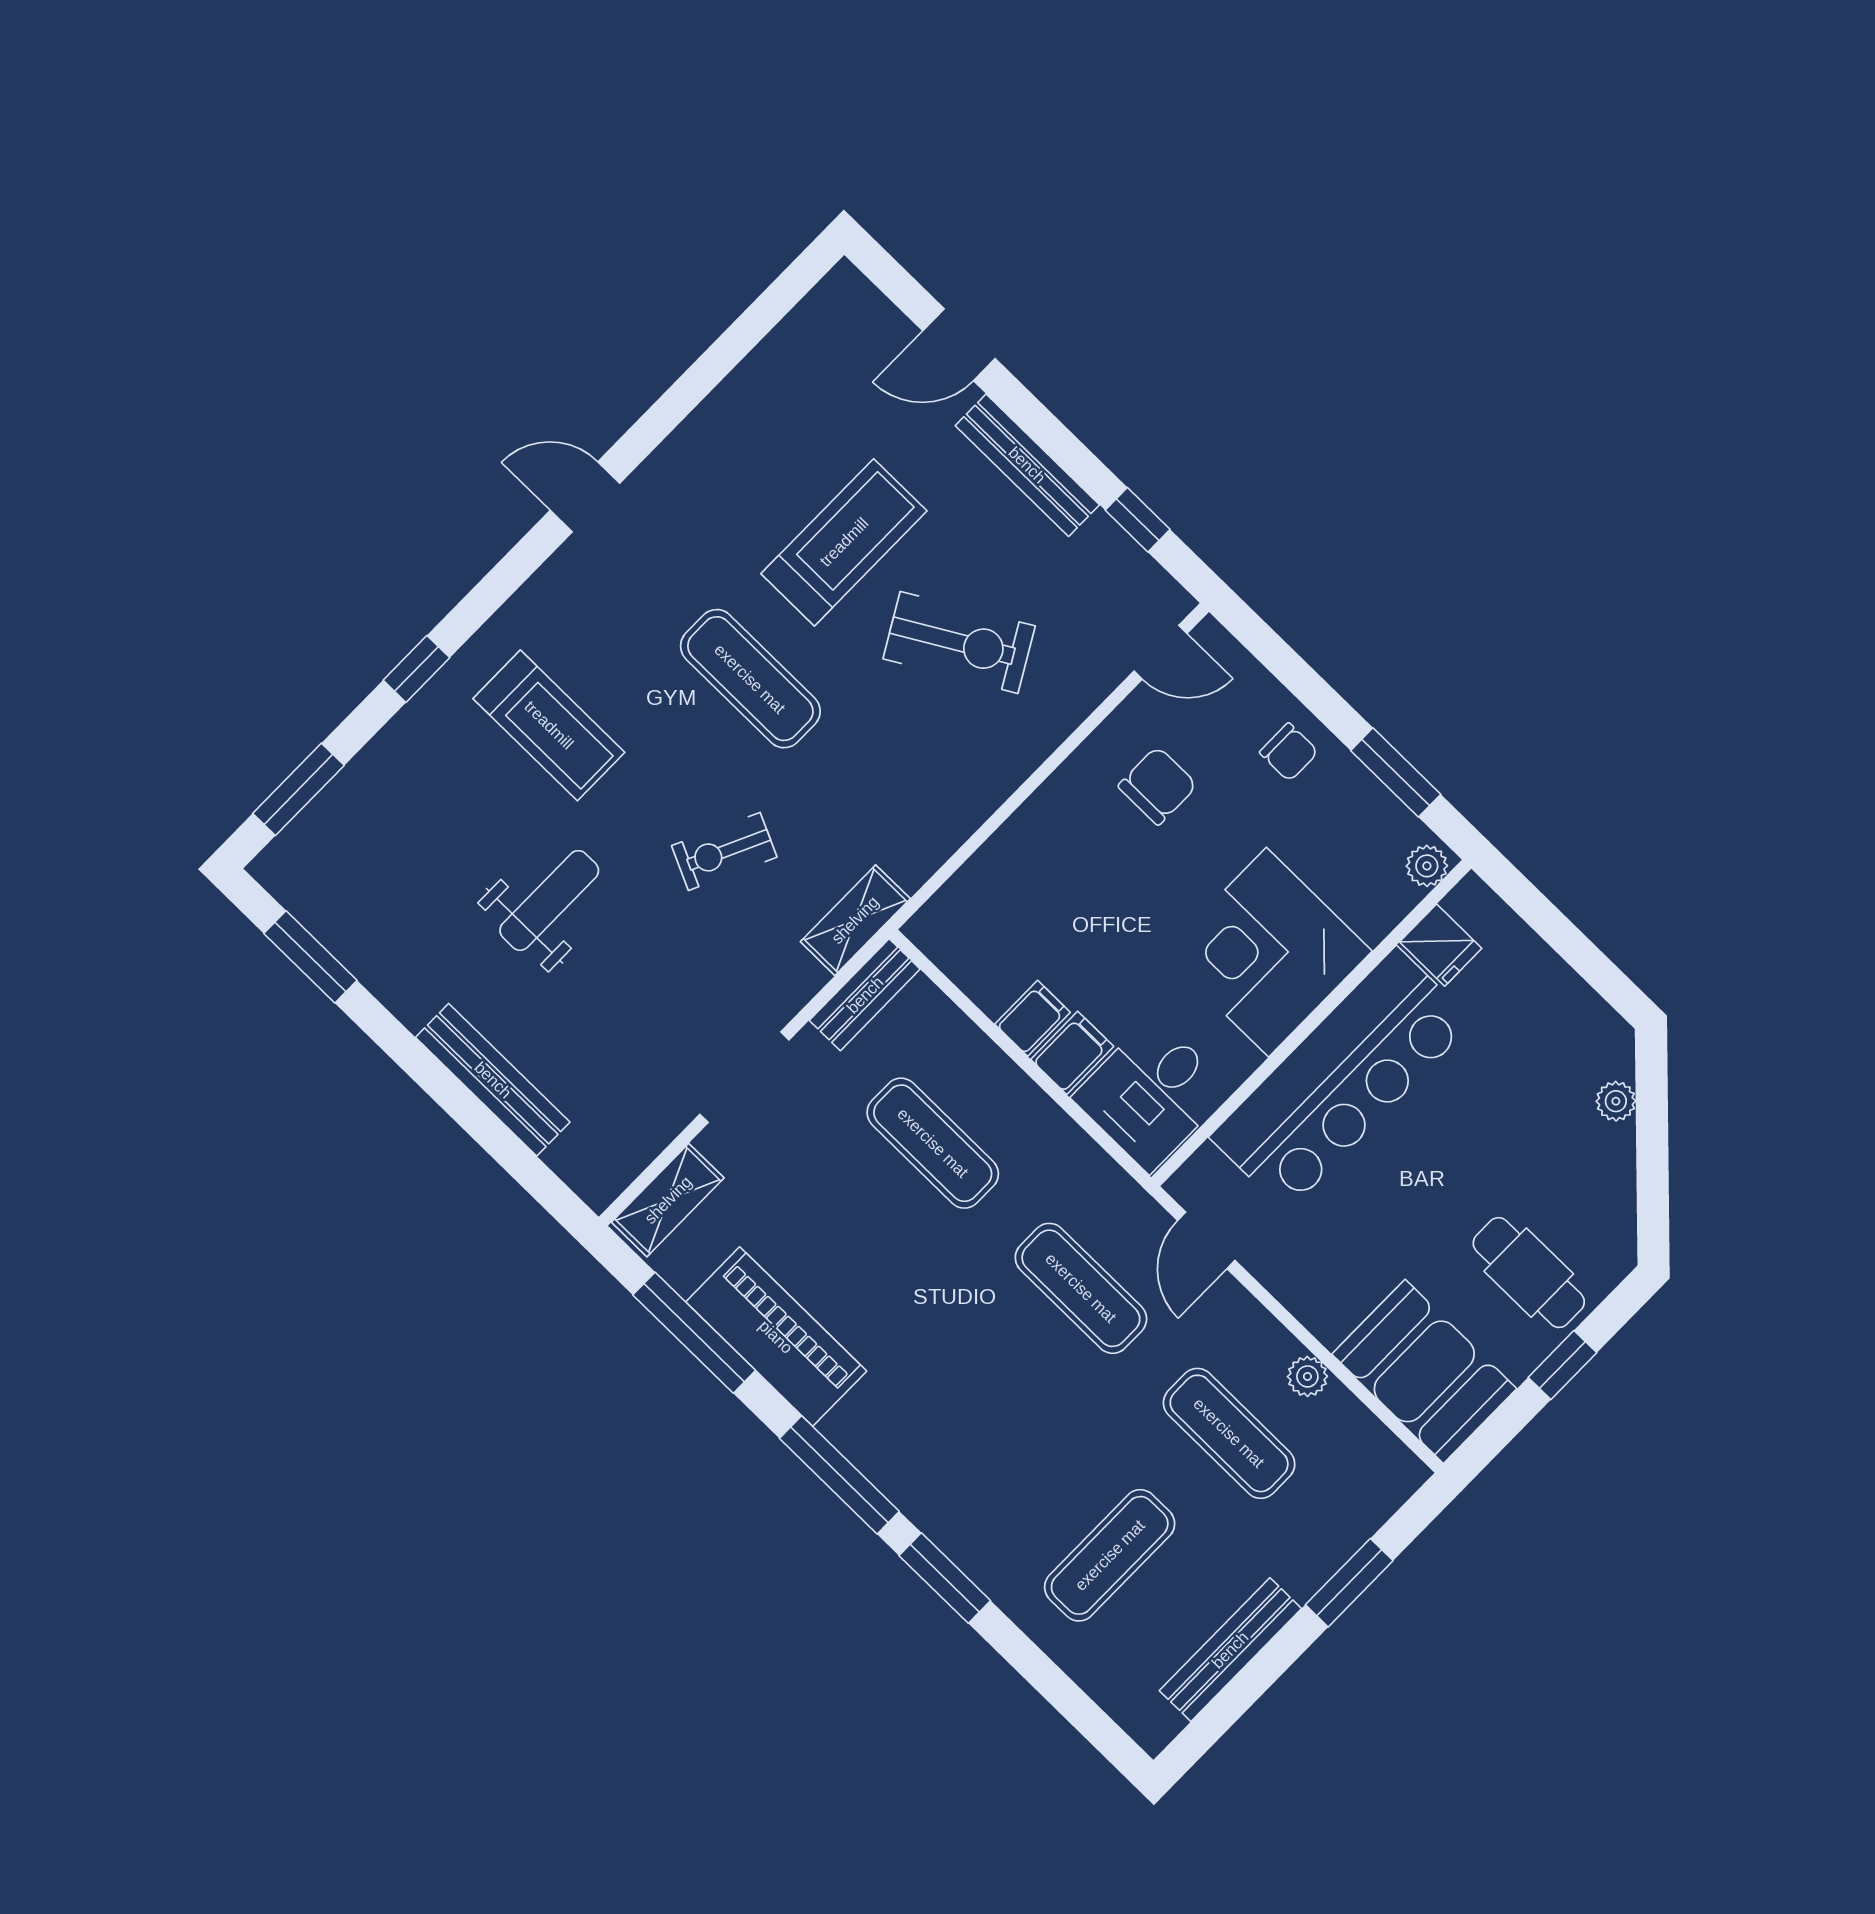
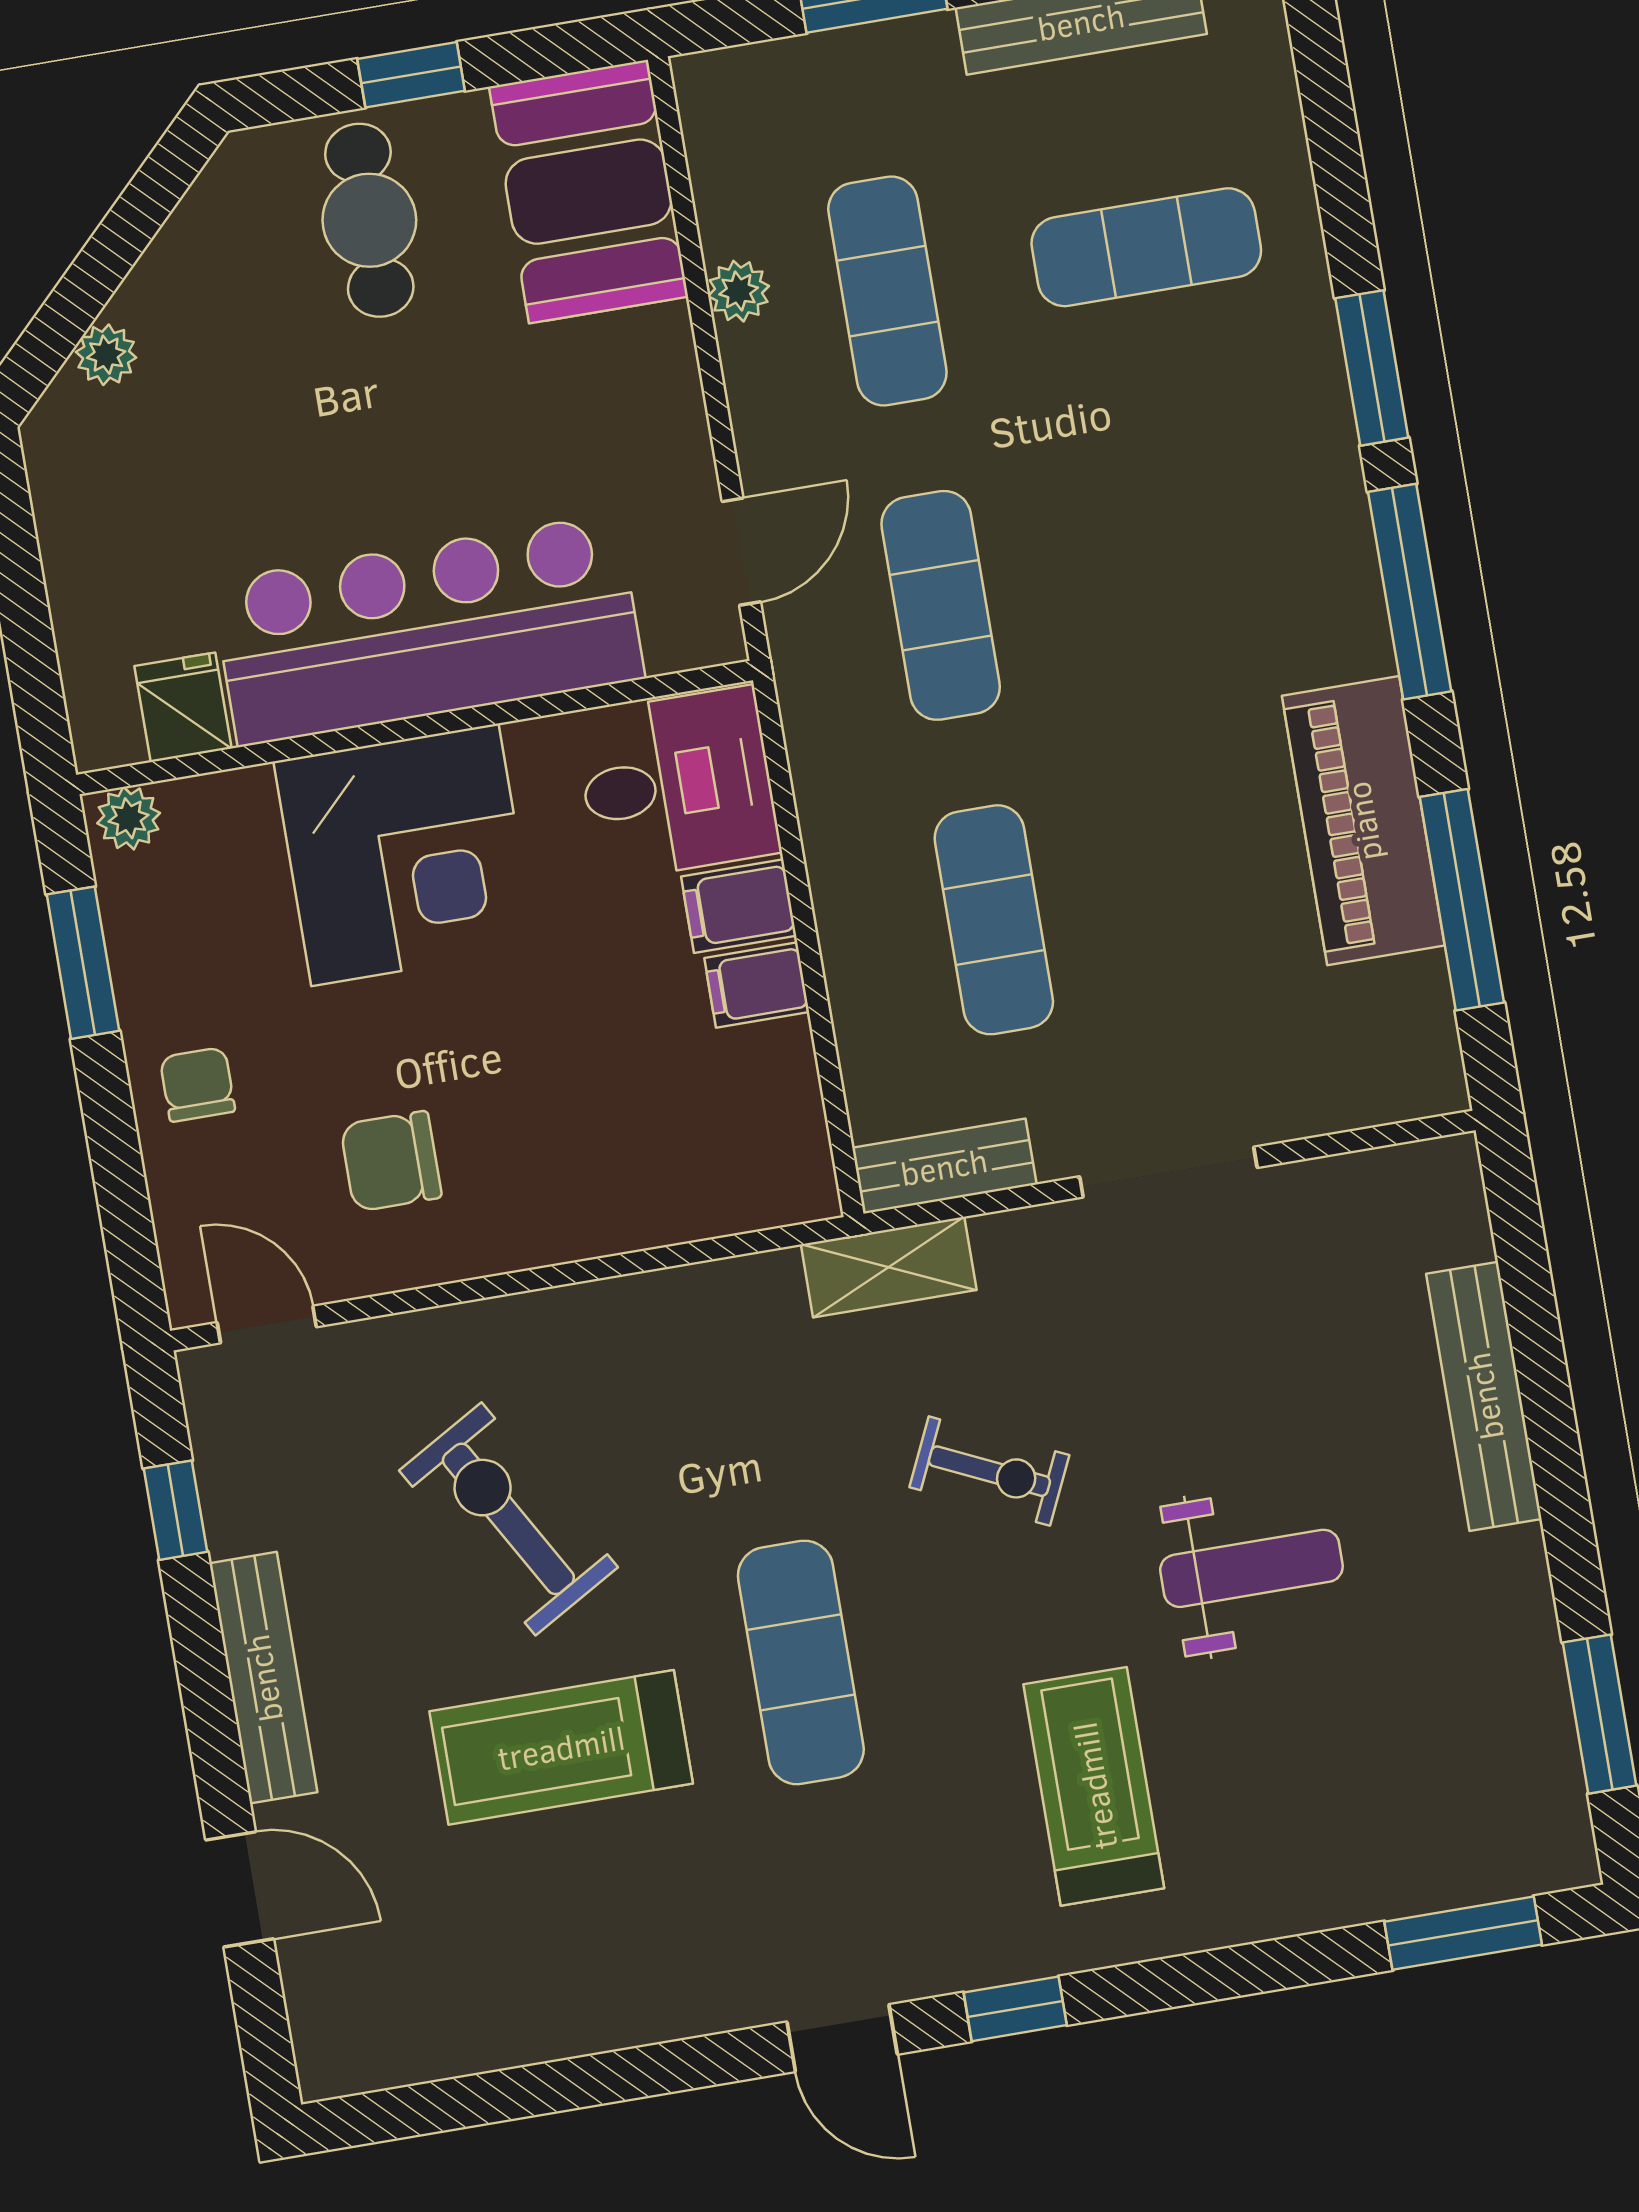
window: (416, 669) -> (1015, 2009), moved
weight bench: (549, 900) -> (1251, 1568), turned 180
shelving: (668, 1200) -> (1375, 1089), removed

